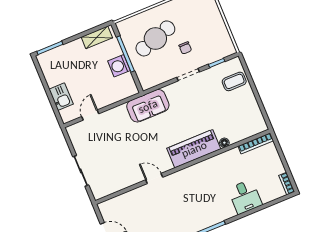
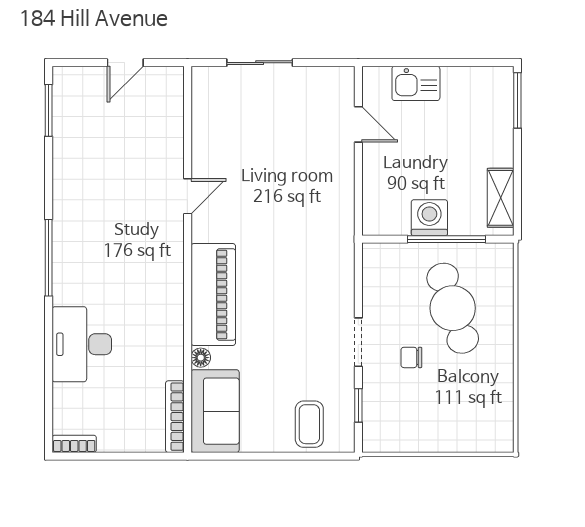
sofa: (148, 106) -> (215, 411), moved, turned 180
desk: (245, 197) -> (82, 344), width x1.37

